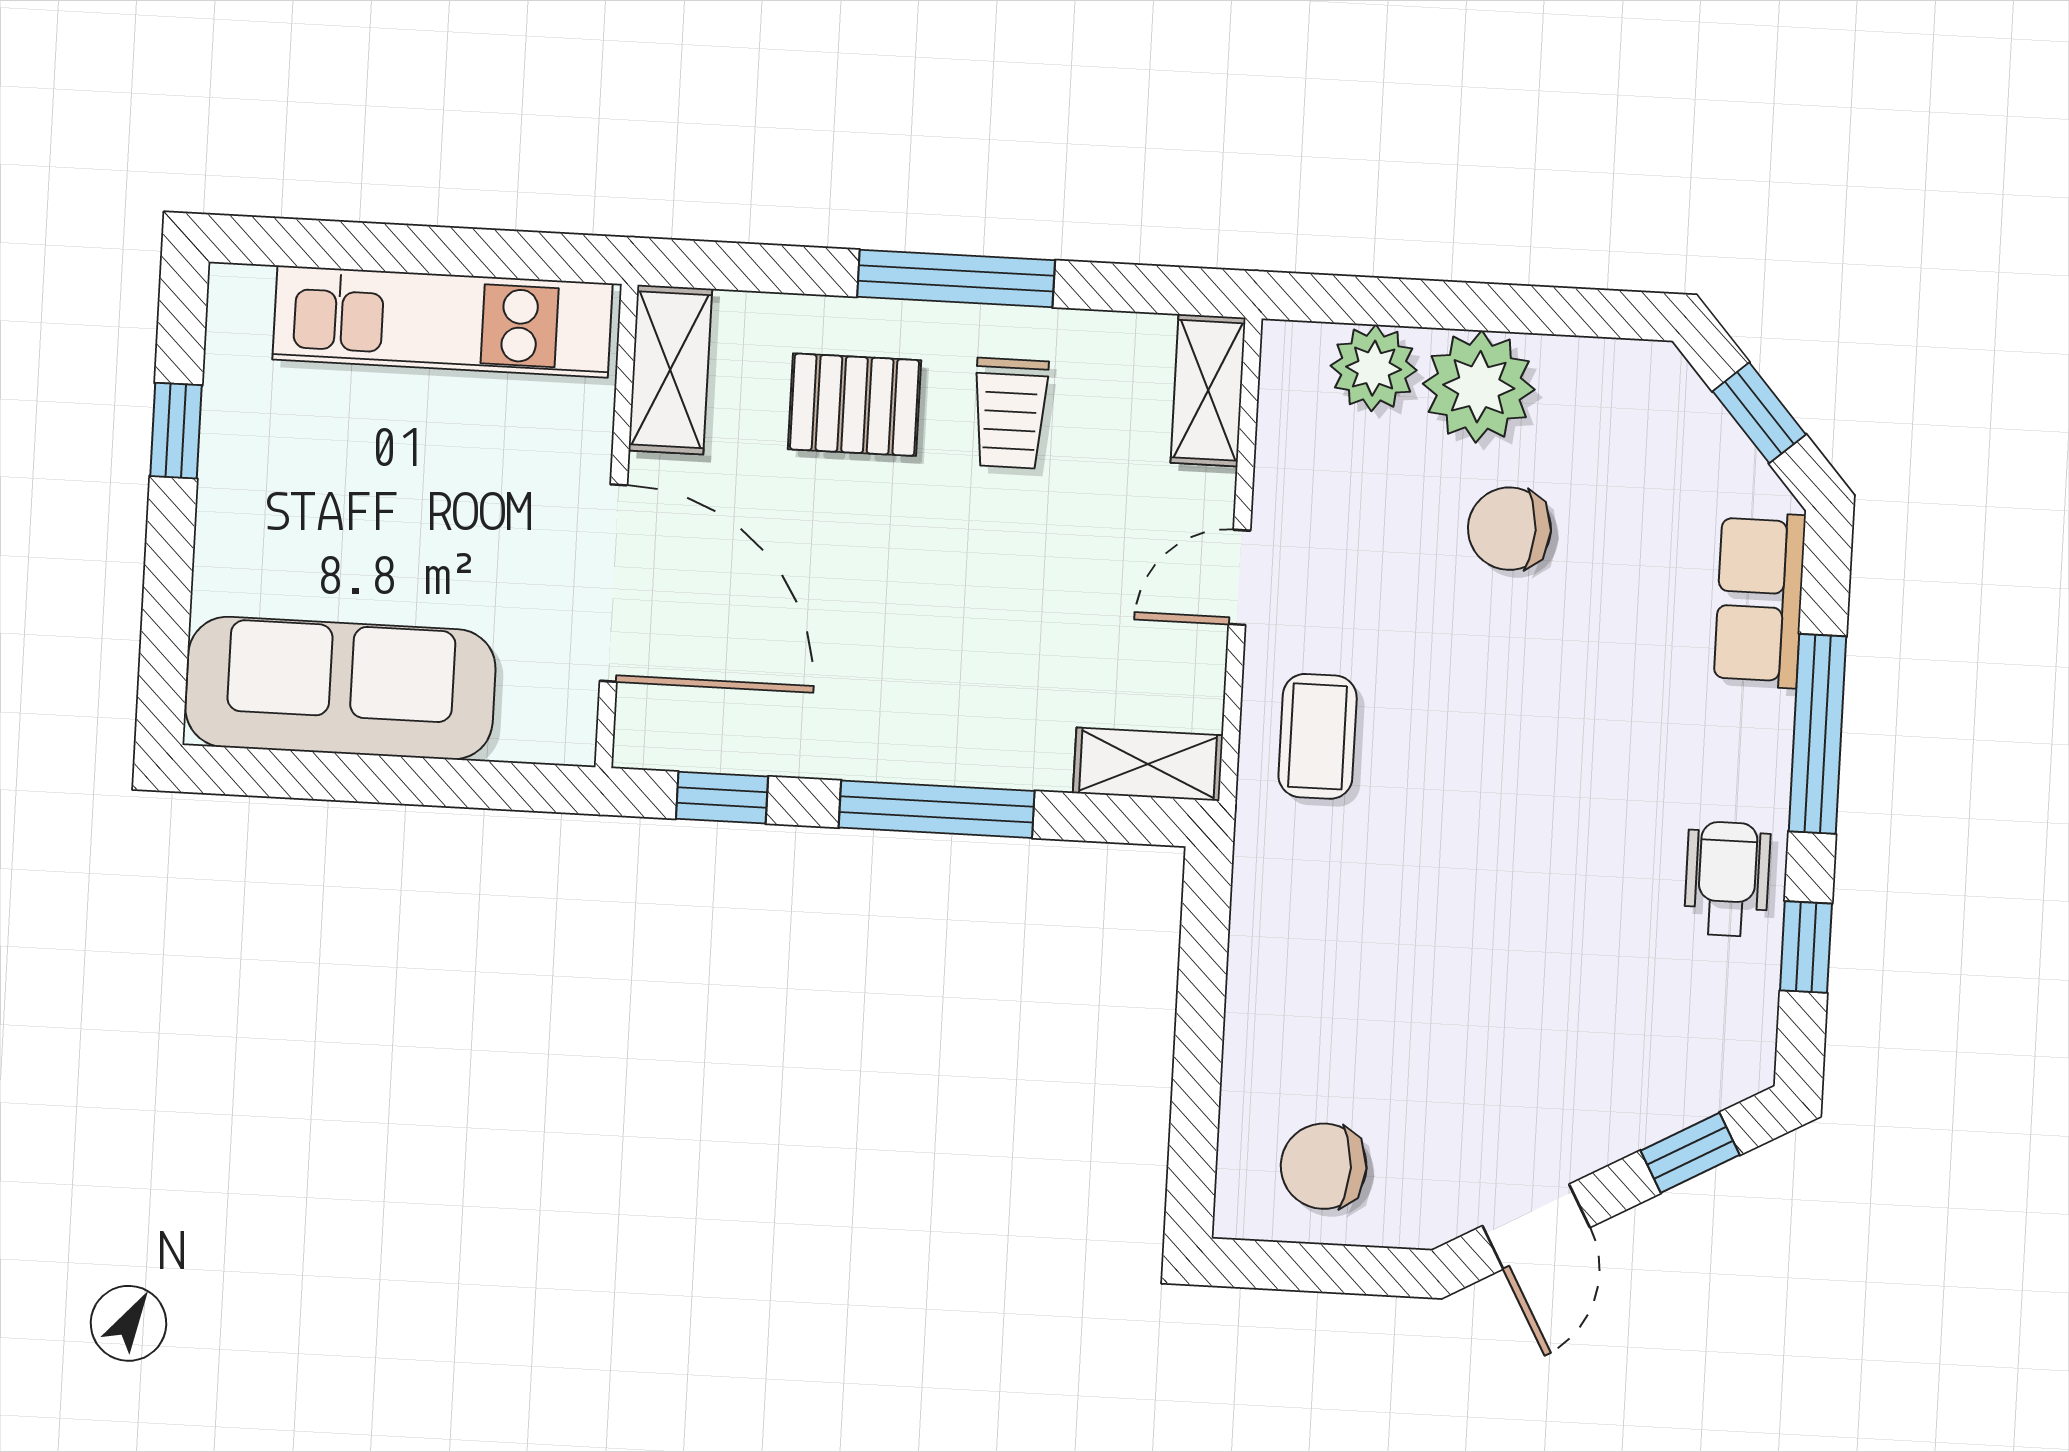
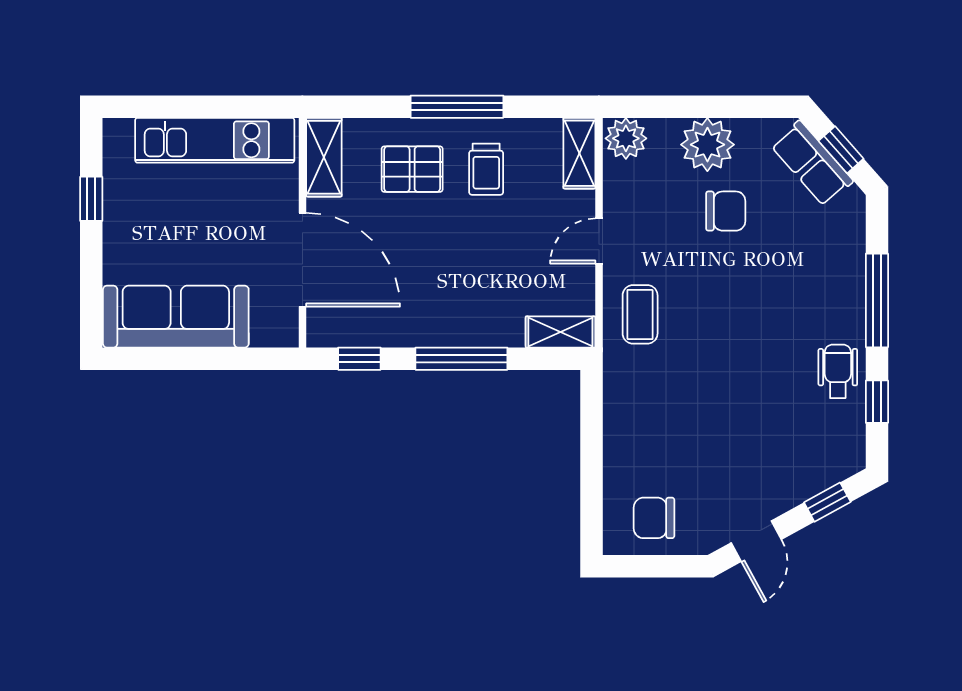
plant: (1374, 368) -> (626, 138), moved
chair: (1509, 529) -> (726, 211), turned 180
row of seats: (1760, 600) -> (812, 163), moved, turned -41

